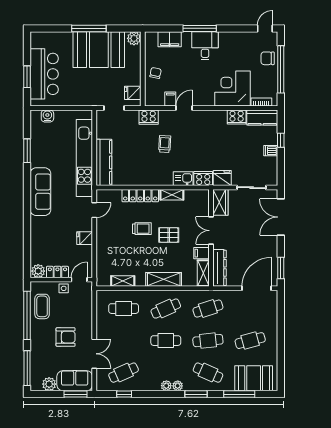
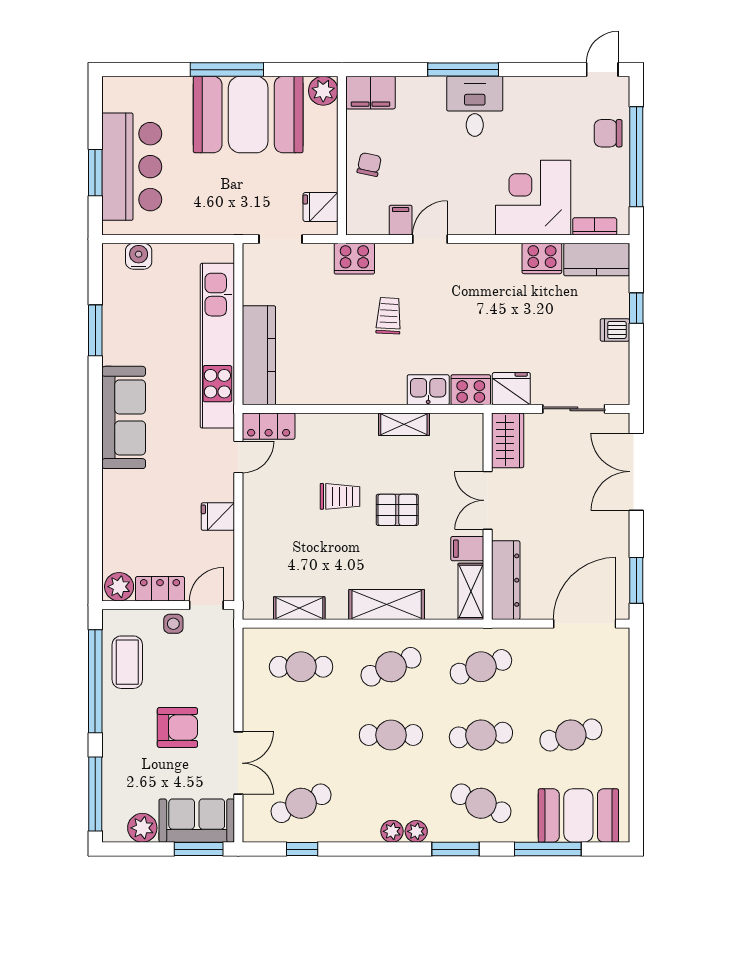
filing cabinet: (170, 39) -> (370, 93), moved
locker: (140, 196) -> (269, 426), moved, width x0.66

